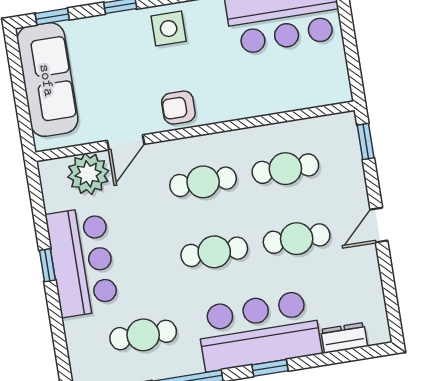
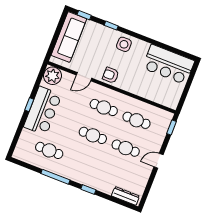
plant: (88, 174) -> (53, 76), moved
bar counter: (259, 331) -> (92, 174), removed
dresser: (344, 338) -> (126, 196), width x1.44

